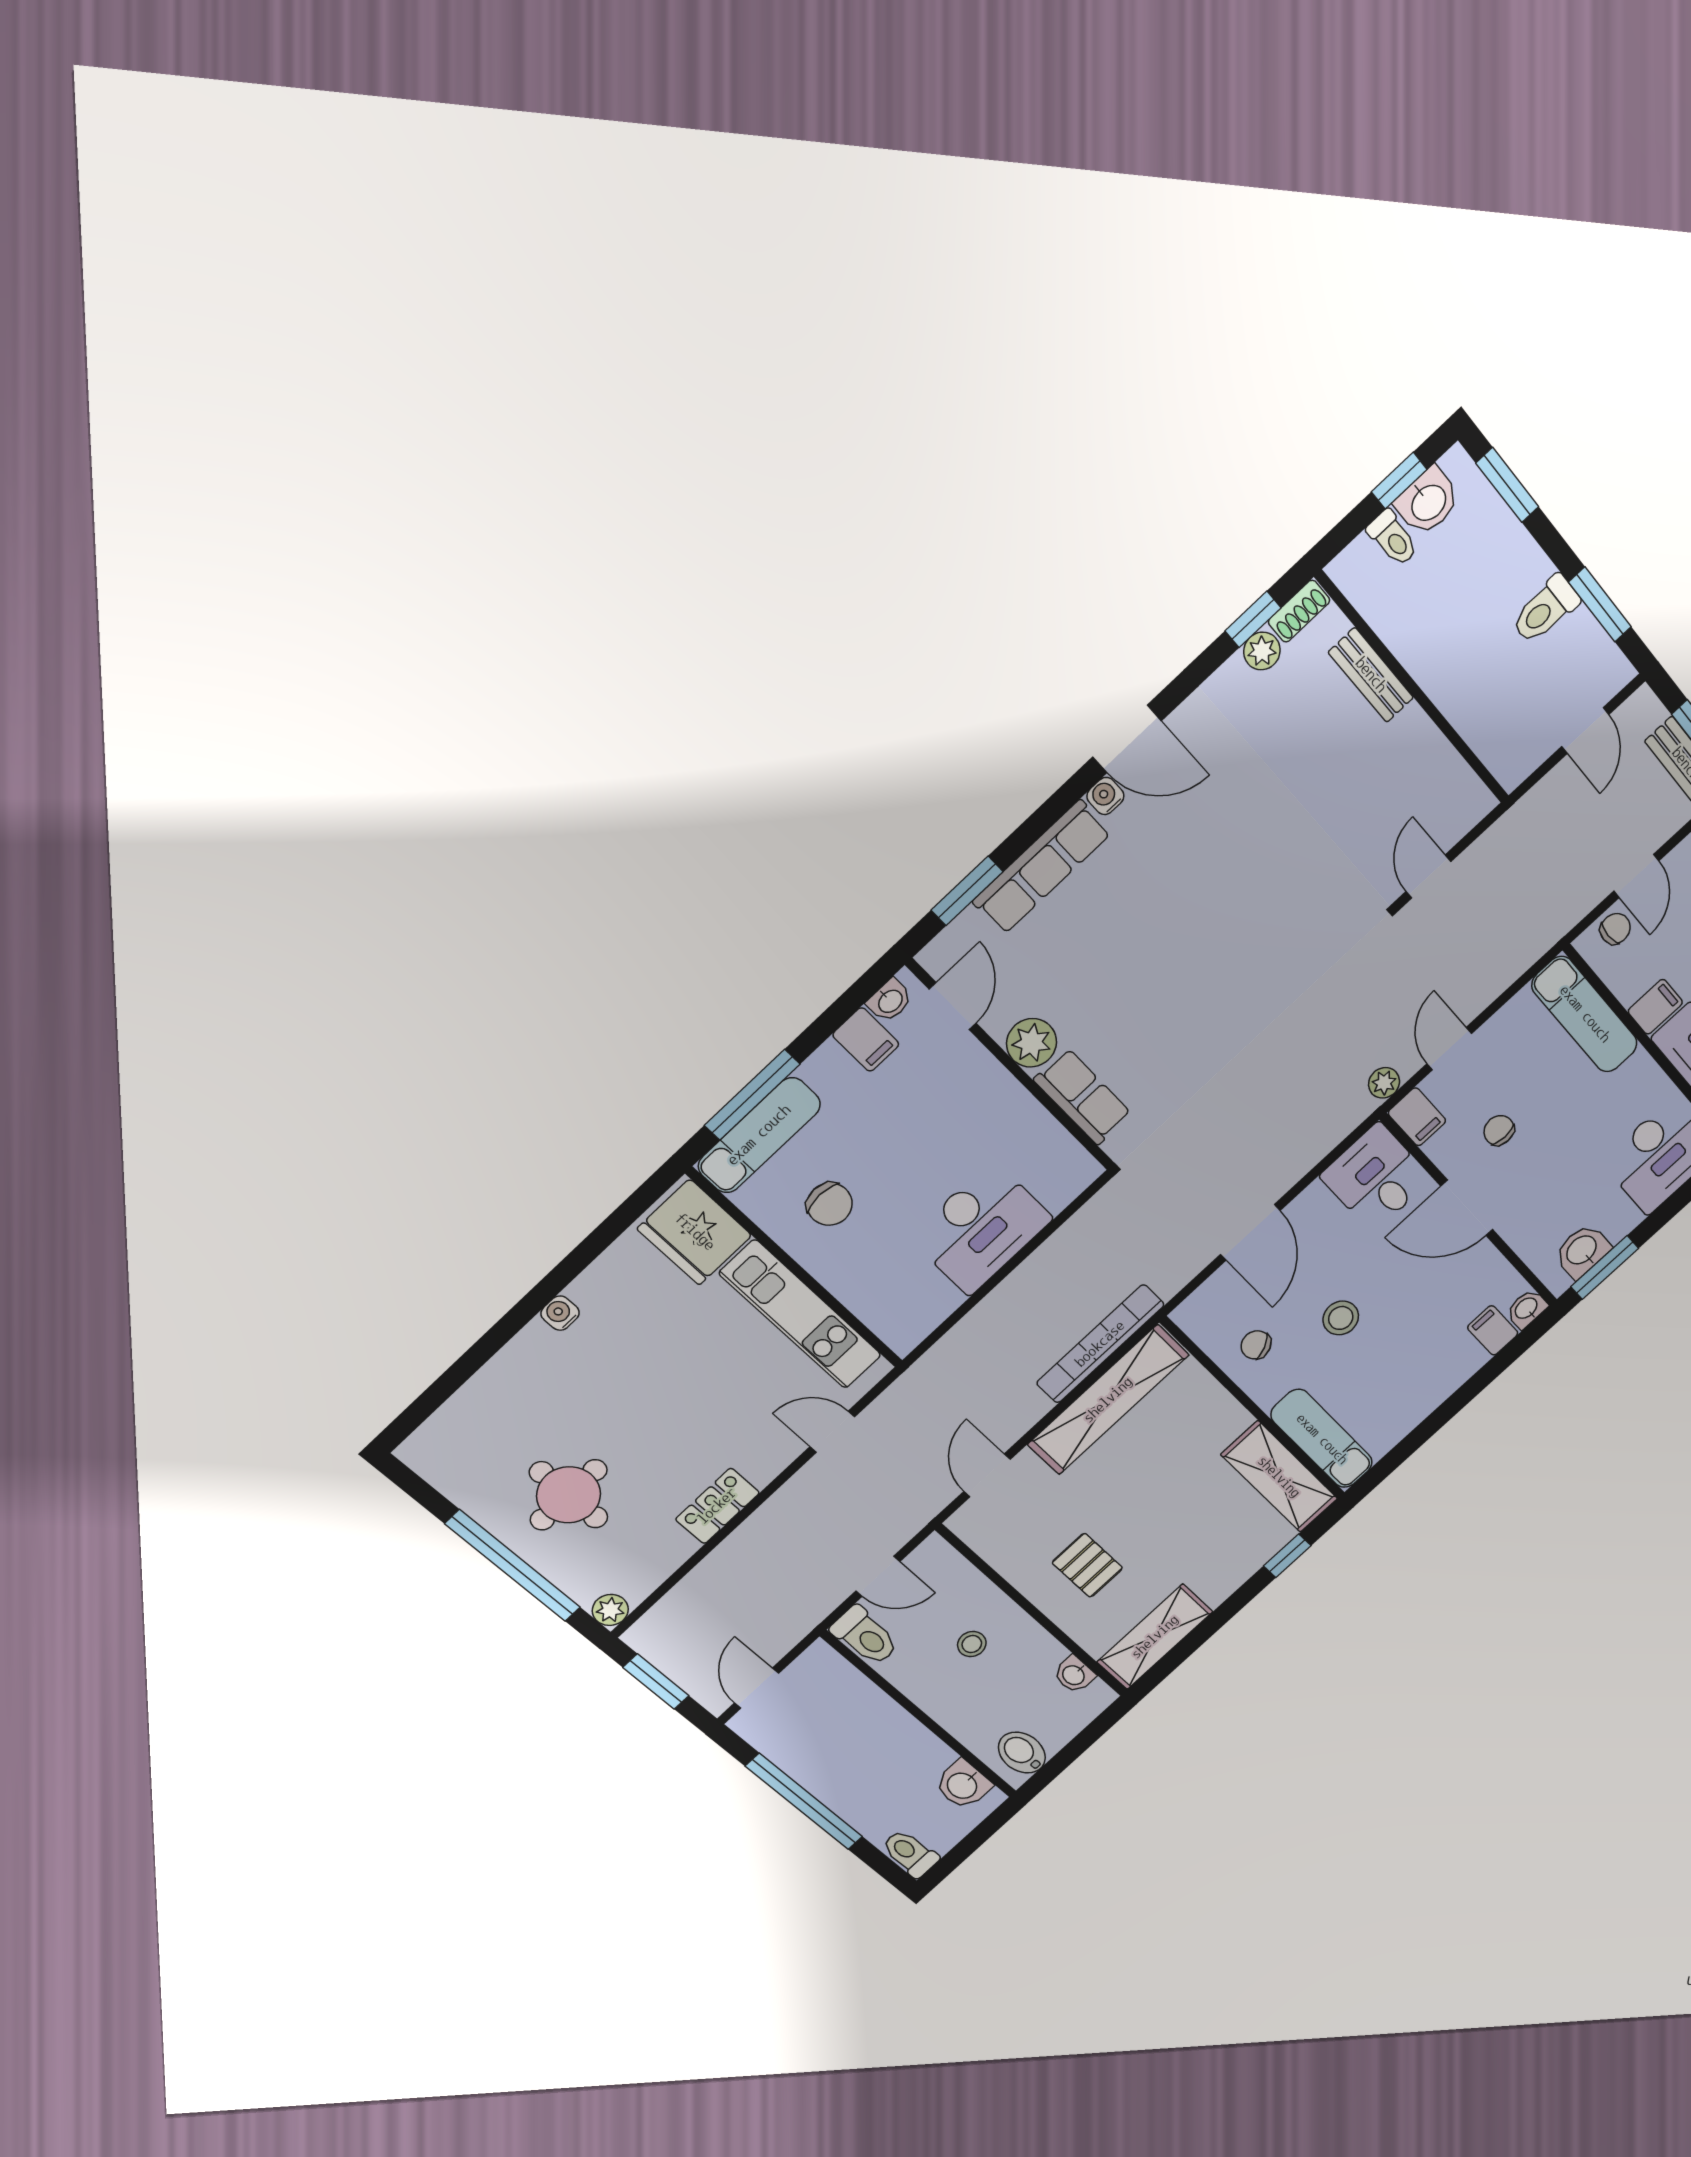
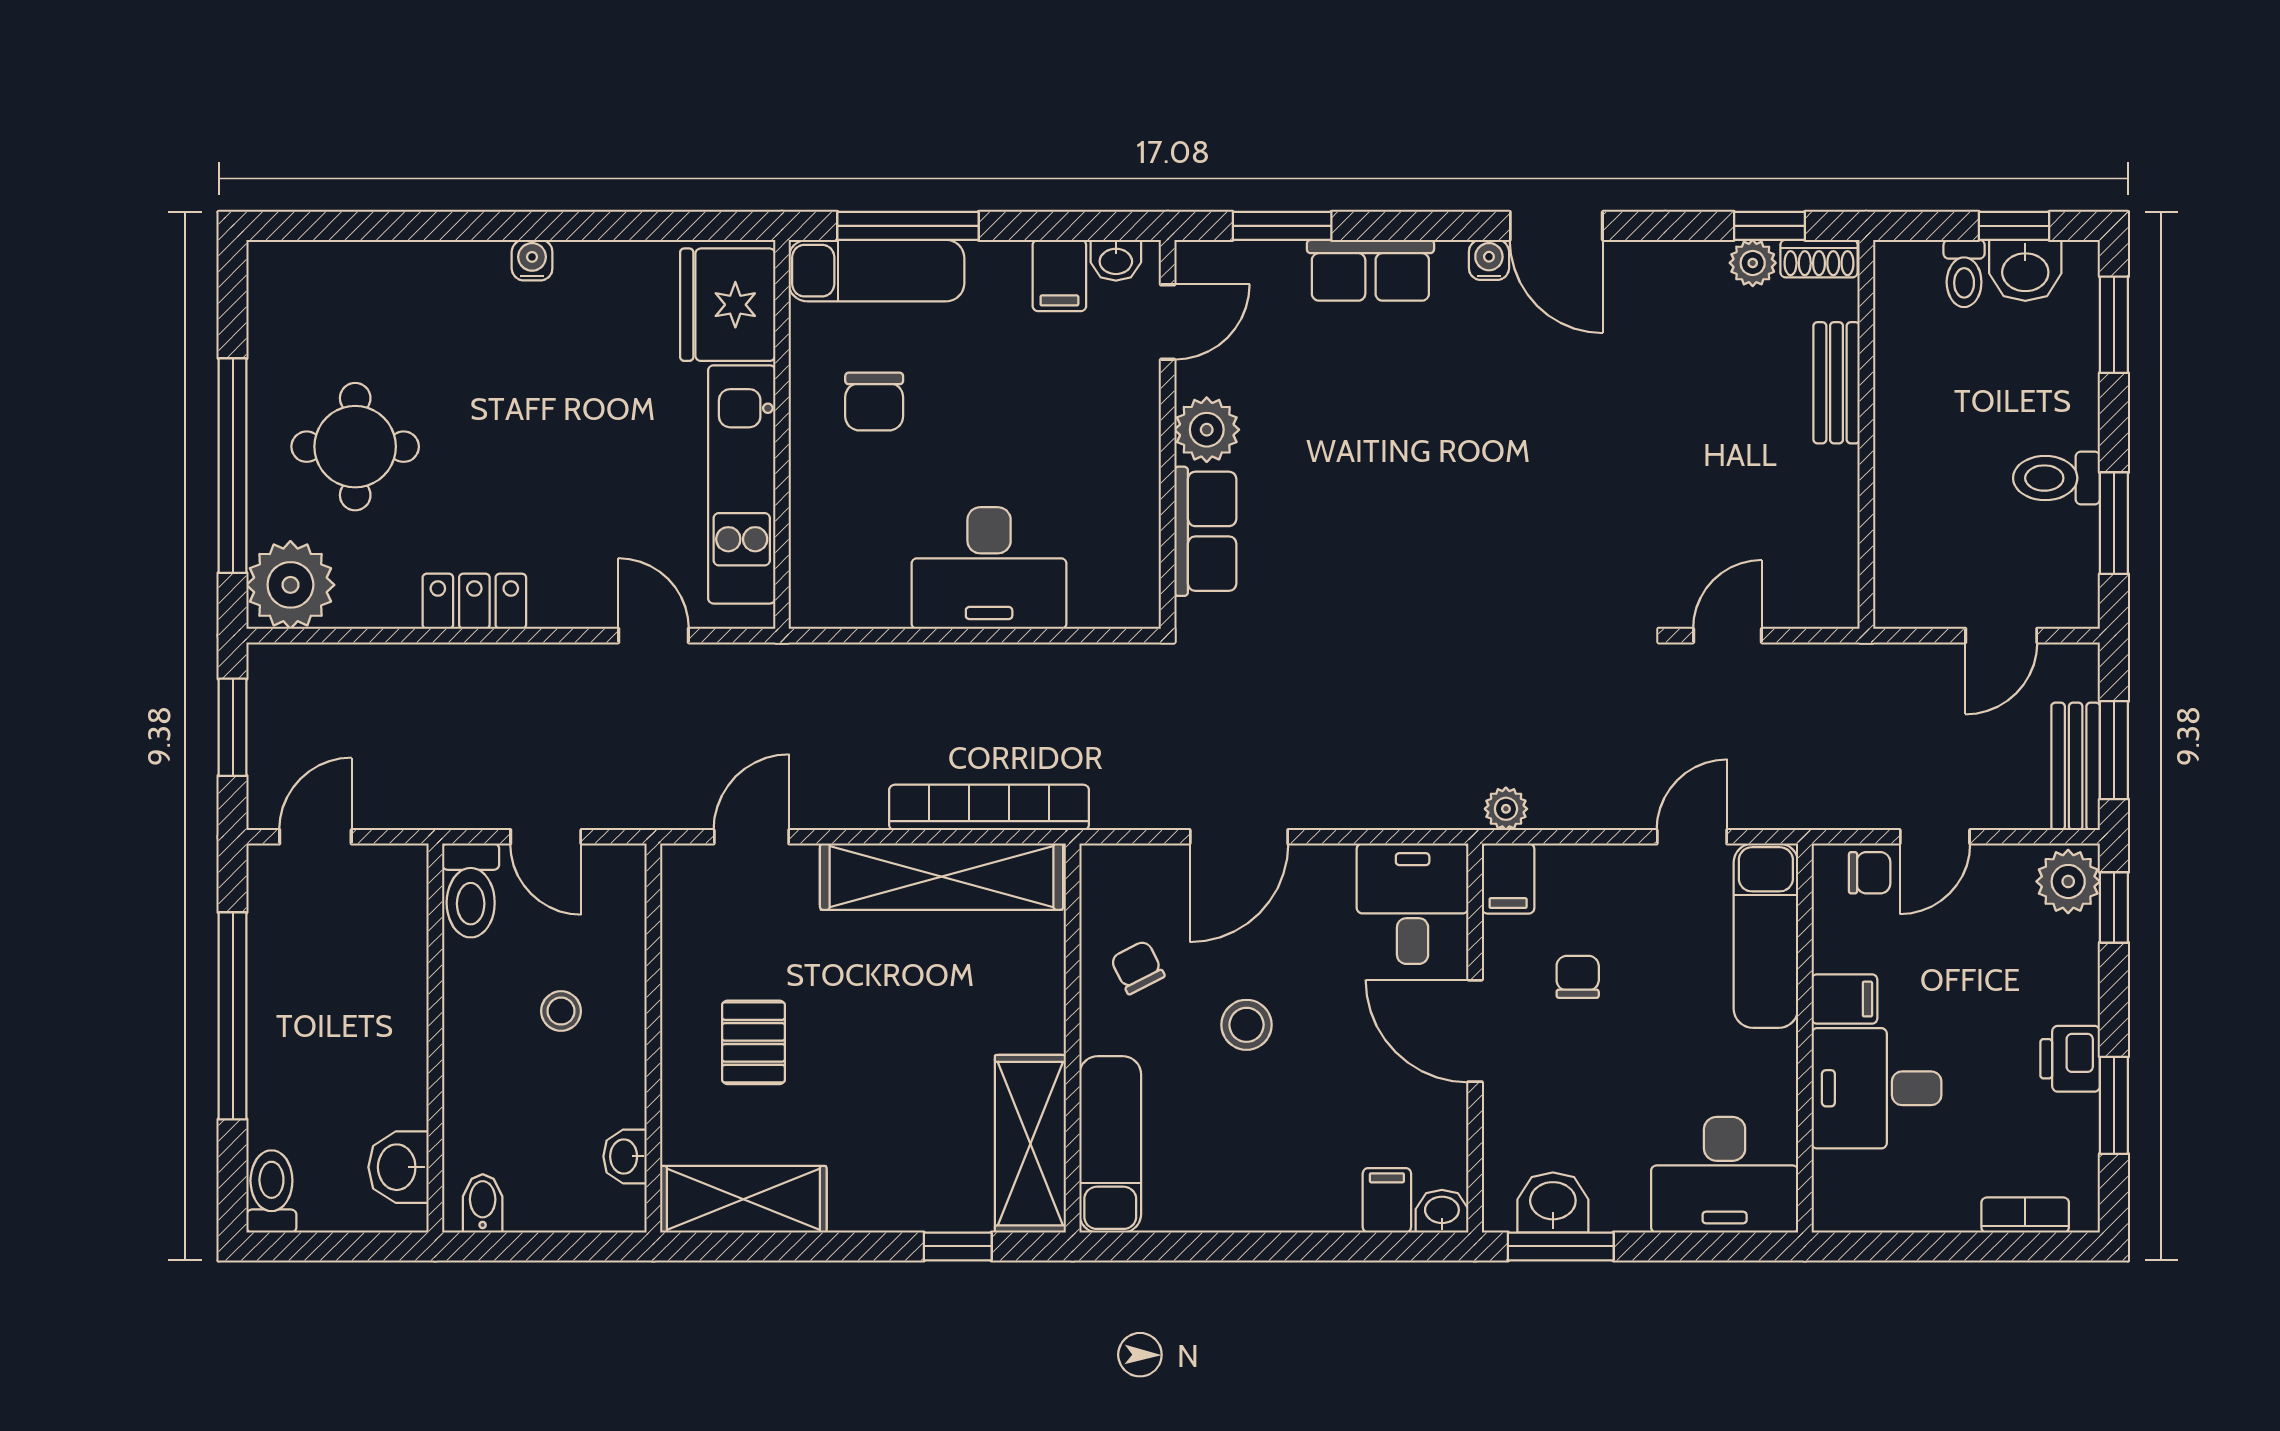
row of seats: (1042, 867) -> (1370, 270), width x0.68
door: (1449, 1049) -> (1692, 837), moved
plant: (610, 1610) -> (290, 585), width x1.87, depth x1.87
bidet: (1022, 1753) -> (483, 1203), width x0.72, depth x0.74

